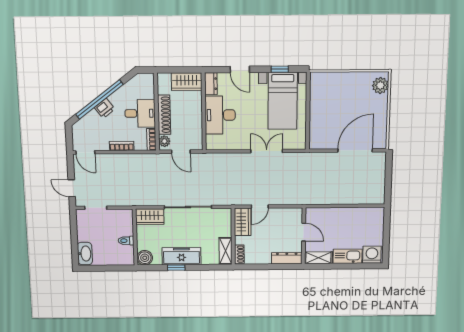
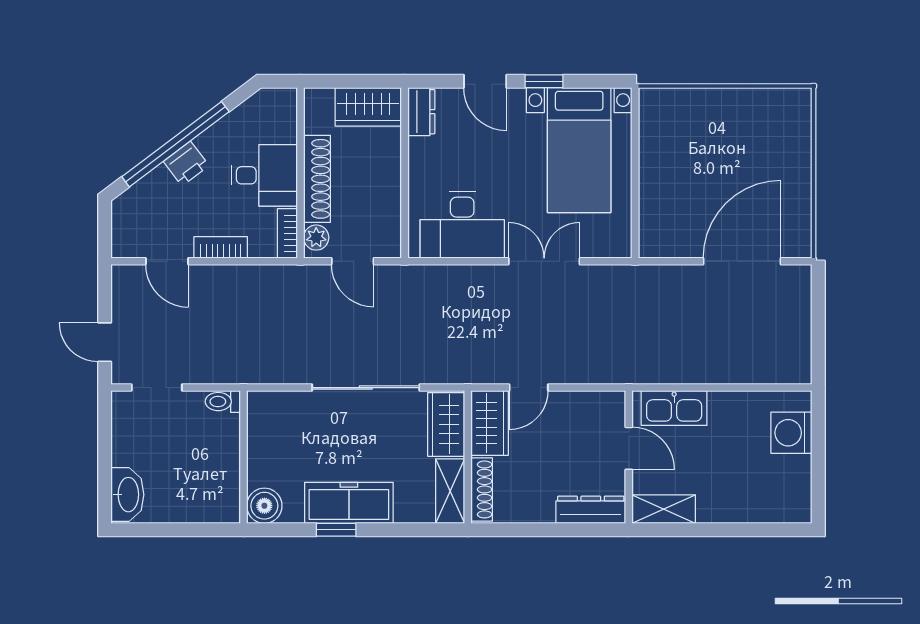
window: (280, 69) -> (544, 81), moved
plant: (380, 85) -> (794, 118), removed
desk: (220, 115) -> (462, 225), moved, turned -90
door: (85, 152) -> (167, 261), moved
wardrobe: (150, 217) -> (446, 424), moved, turned 90
toilet: (126, 241) -> (223, 402), moved
shoe rack: (239, 254) -> (482, 489), width x1.43
washing machine: (372, 255) -> (791, 433), moved, turned -90
kitchen sink: (348, 256) -> (674, 408), moved, turned 180

